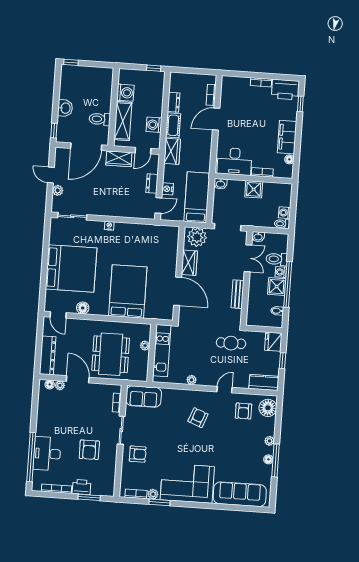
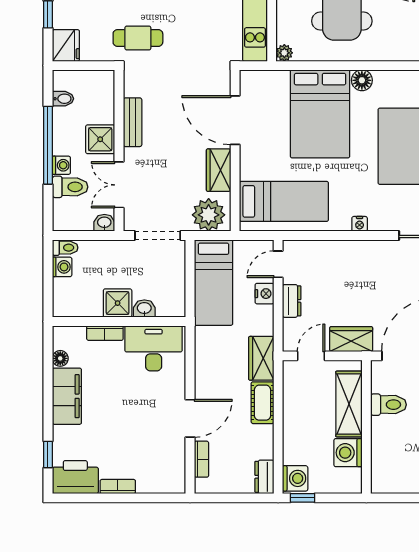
dresser: (174, 102) -> (264, 477), moved
washing machine: (154, 125) -> (295, 478), moved
washbasin: (220, 184) -> (144, 308), moved
bed: (152, 242) -> (284, 201), added
shower: (277, 287) -> (100, 139), moved
floor lamp: (83, 308) -> (362, 80), moved
plant: (145, 346) -> (284, 53), moved

